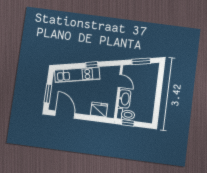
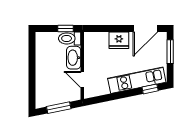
window: (92, 65) -> (150, 89), moved
fridge: (99, 110) -> (119, 40), moved
door: (65, 115) -> (145, 28), hinge flipped

